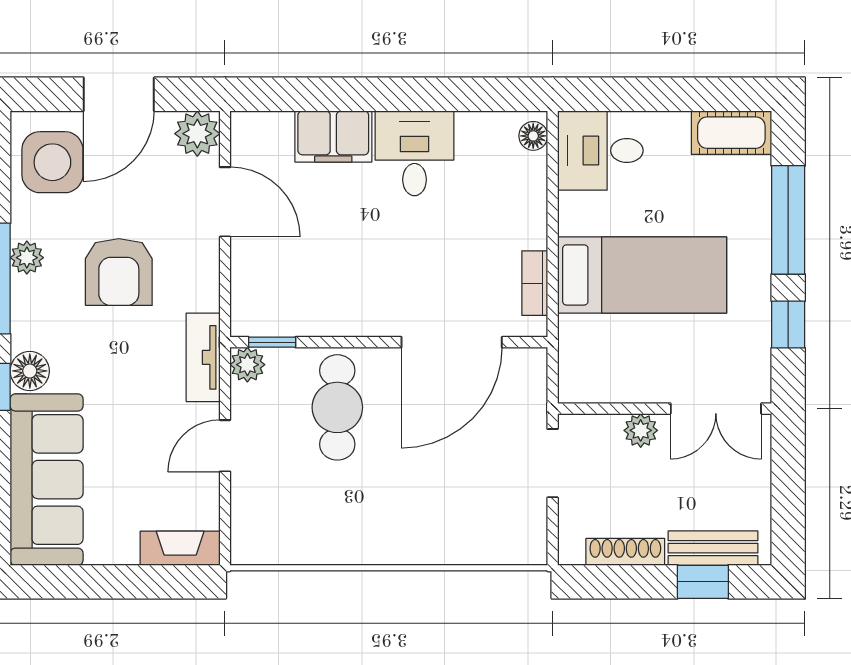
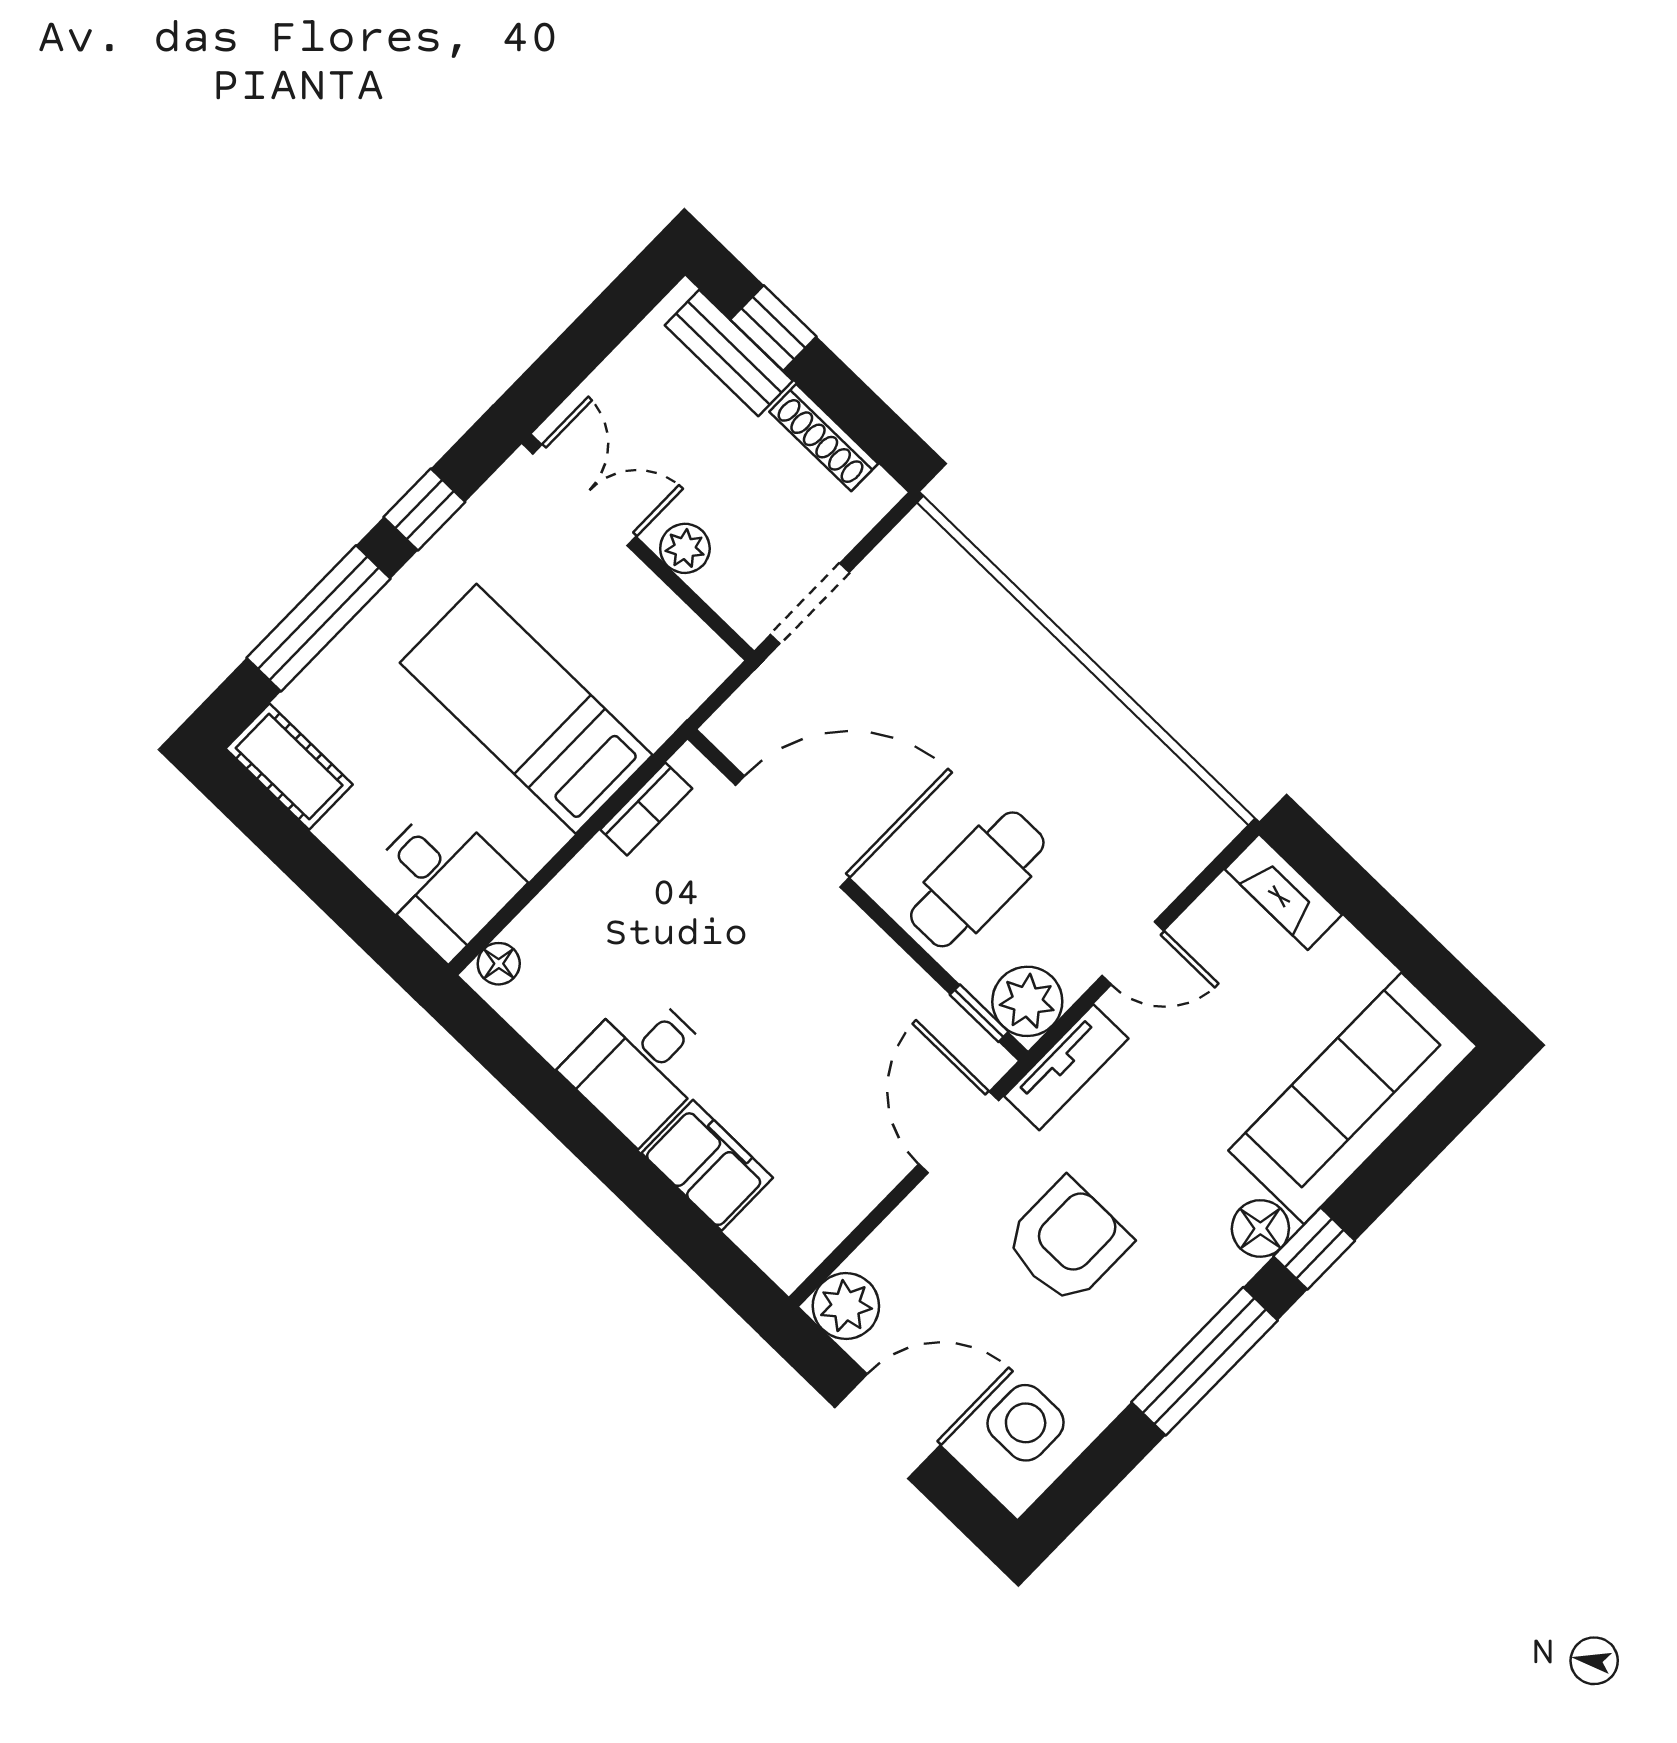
side table: (52, 162) -> (1026, 1423), width x0.73, depth x0.73
door: (225, 202) -> (959, 1132), moved
plant: (27, 258) -> (1149, 1349), removed
plant: (247, 365) -> (1027, 1001), width x1.38, depth x1.38

